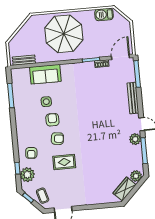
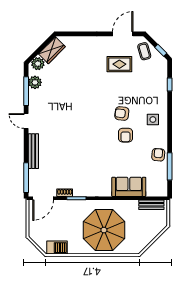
side table: (46, 102) -> (153, 120), moved
plant: (135, 139) -> (35, 82), moved
armchair: (31, 153) -> (158, 155), moved
rug: (64, 162) -> (119, 64), moved
plant: (27, 175) -> (159, 76), removed

